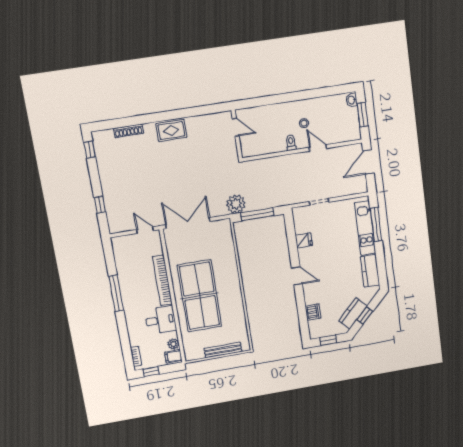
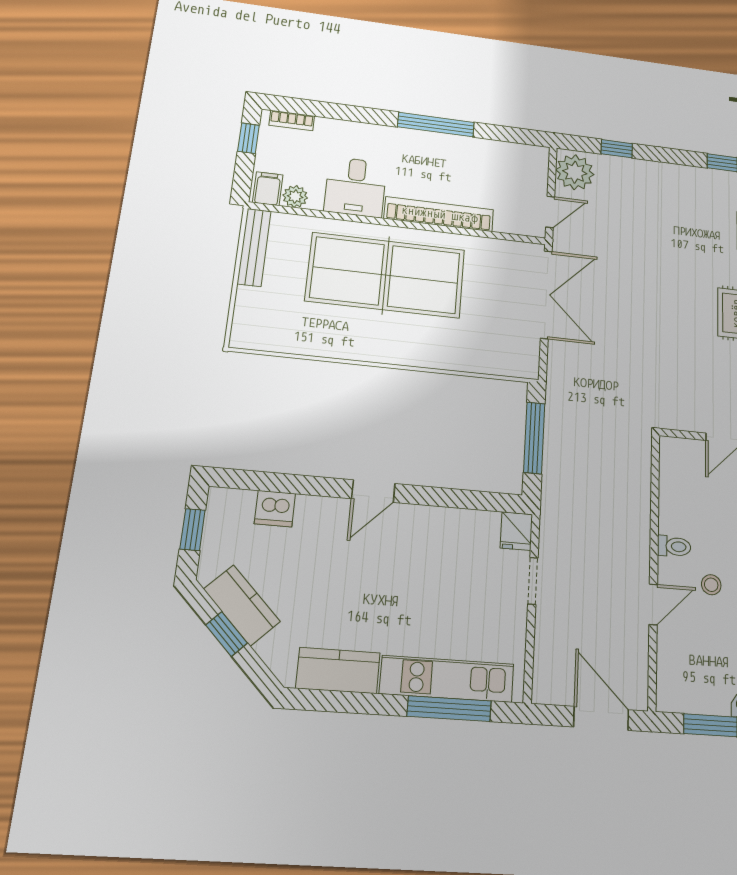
plant: (236, 204) -> (575, 172), moved
fridge: (304, 240) -> (516, 531), moved
bench: (223, 350) -> (254, 247), moved

